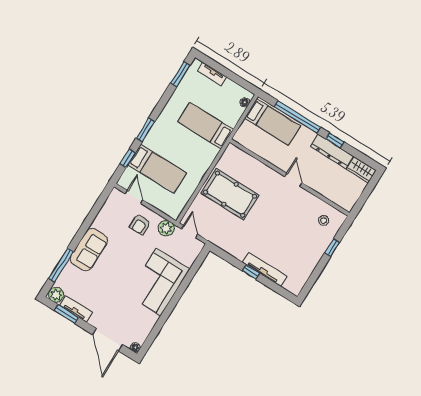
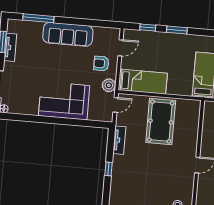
bed: (157, 169) -> (143, 82), moved, turned -90
sofa: (89, 250) -> (68, 34), width x1.36
tv unit: (265, 269) -> (119, 140), moved, width x0.71
plant: (56, 295) -> (13, 26), removed

